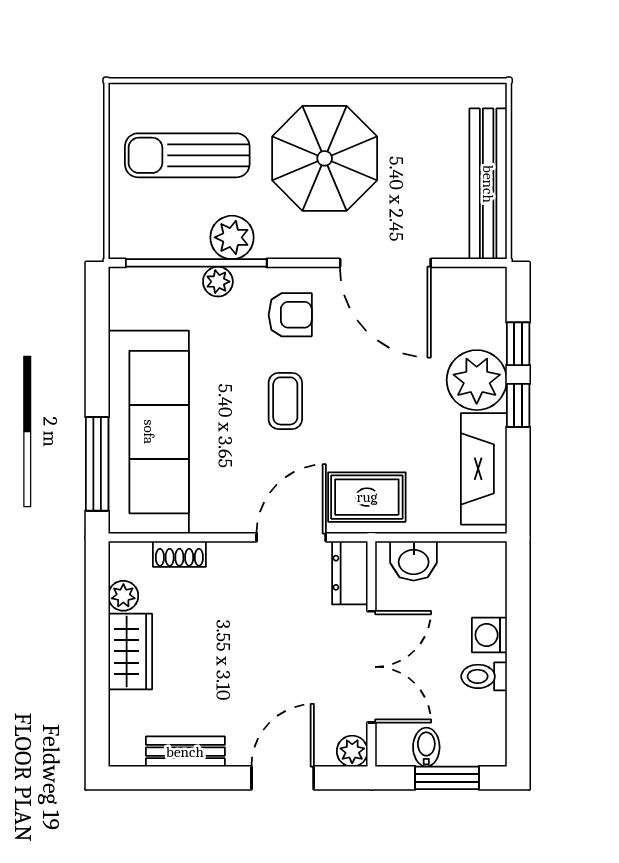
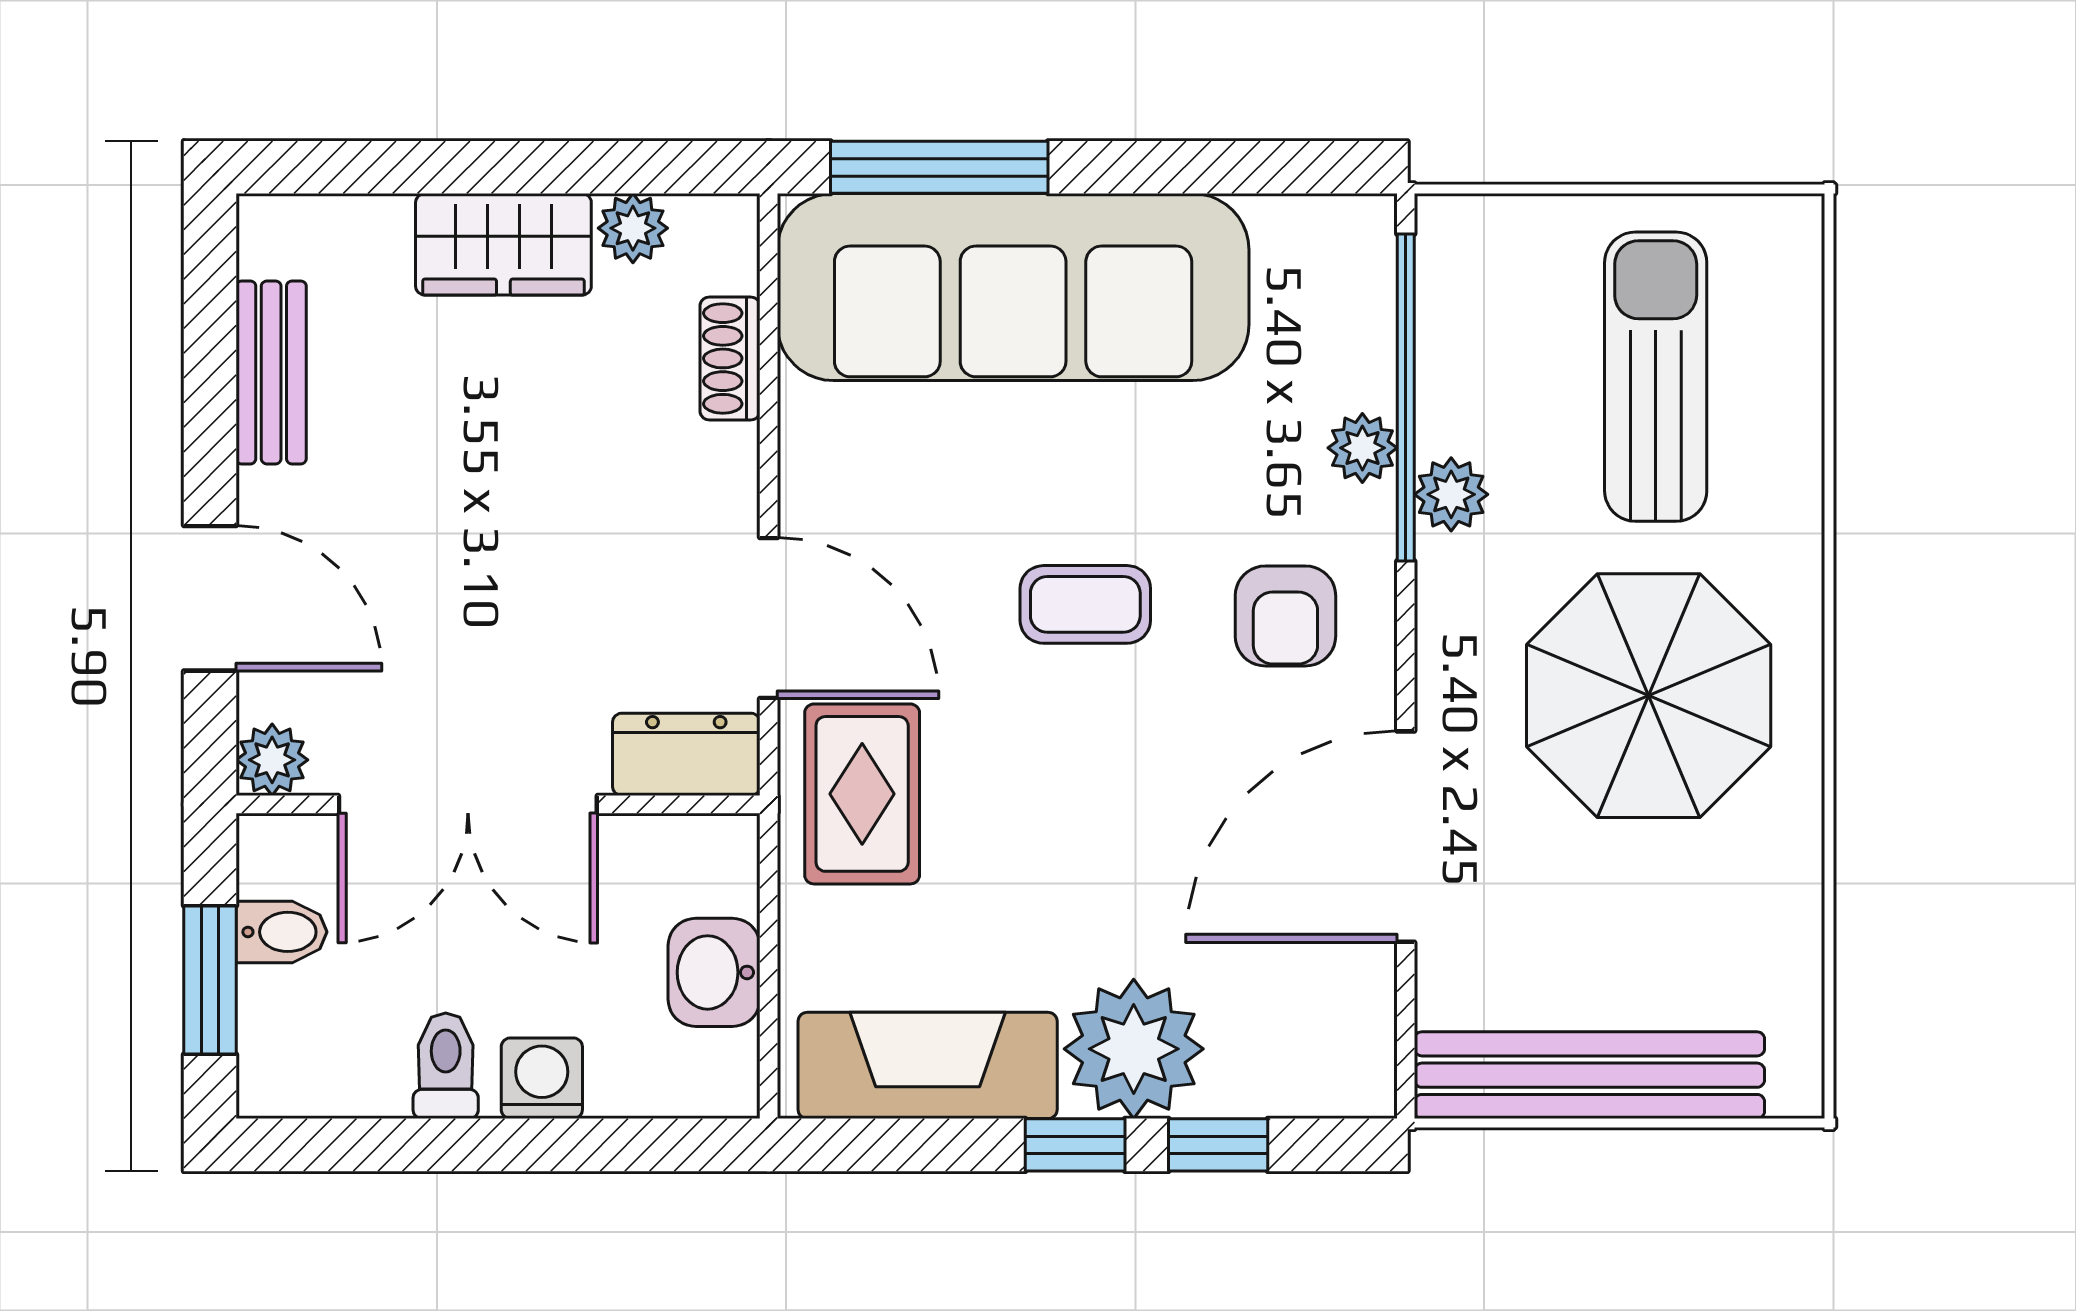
plant: (232, 237) -> (1451, 494), width x0.73, depth x0.73
washbasin: (414, 561) -> (714, 972), moved

